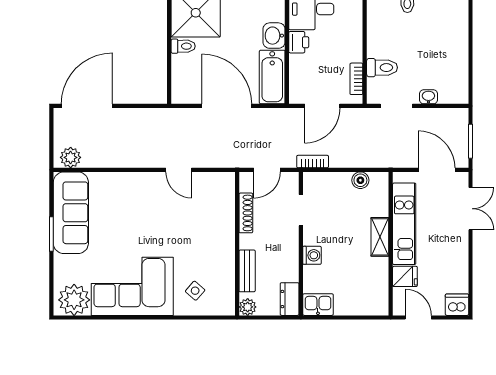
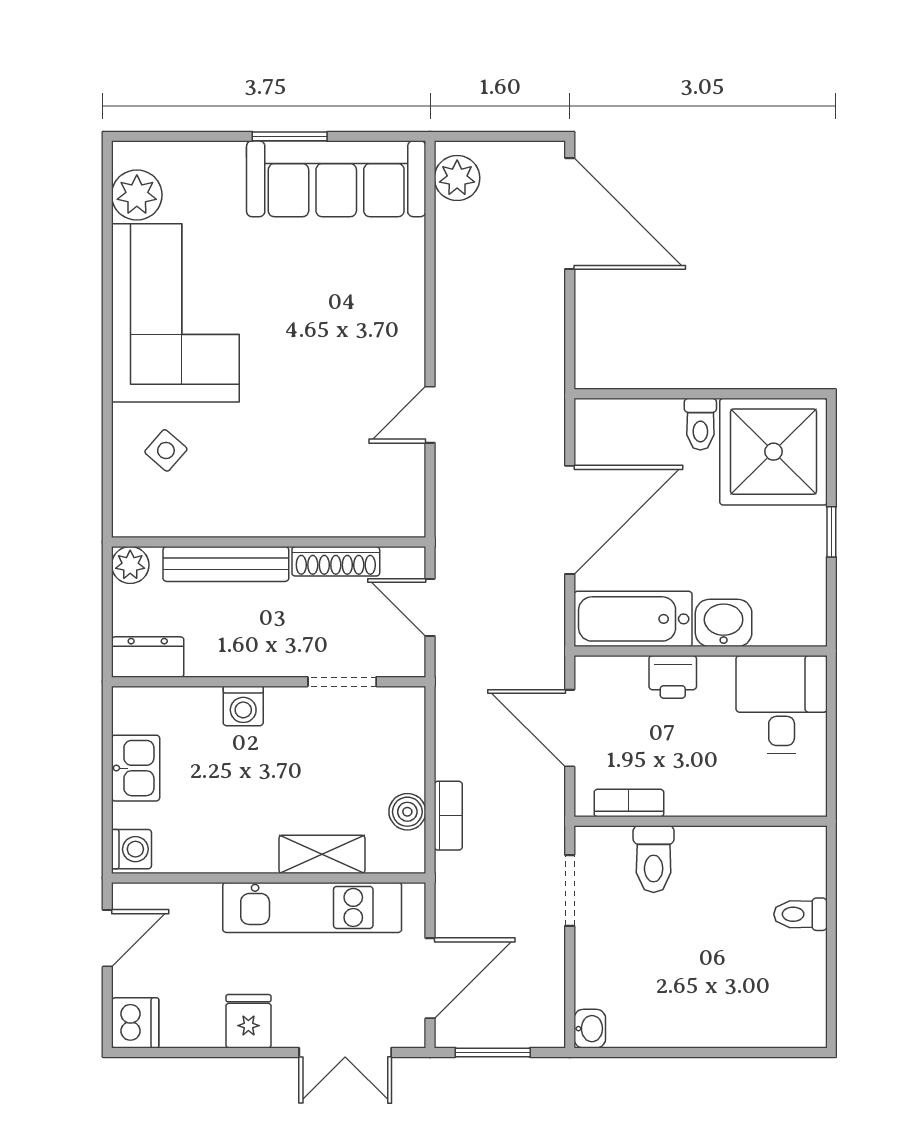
printer: (299, 42) -> (673, 677), moved
washbasin: (428, 97) -> (590, 1029), moved
bookcase: (313, 162) -> (448, 816), moved
shelving: (380, 237) -> (322, 854), moved
bench: (247, 271) -> (226, 564), width x1.36
fridge: (405, 276) -> (248, 1021), moved, turned 180
plant: (74, 300) -> (137, 195), width x0.73, depth x0.73
kitchen sink: (318, 305) -> (136, 768), moved
washing machine: (378, 306) -> (131, 849), added

